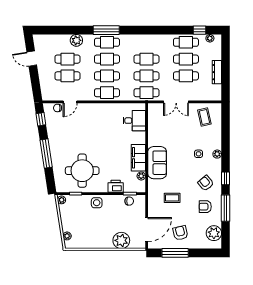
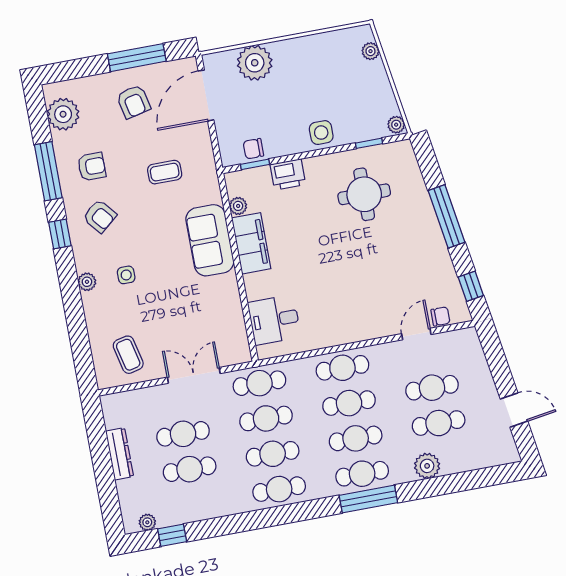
cafe table: (186, 42) -> (279, 489), moved
round table: (82, 171) -> (364, 194), width x0.73, depth x0.73

